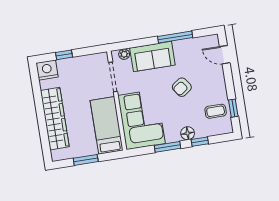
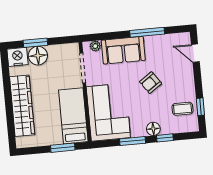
window: (64, 55) -> (35, 43), width x1.50
floor lamp: (67, 67) -> (38, 56), added
window: (86, 160) -> (63, 148), moved

